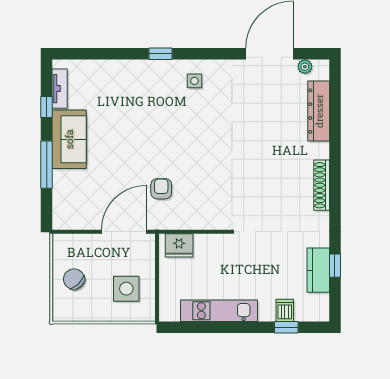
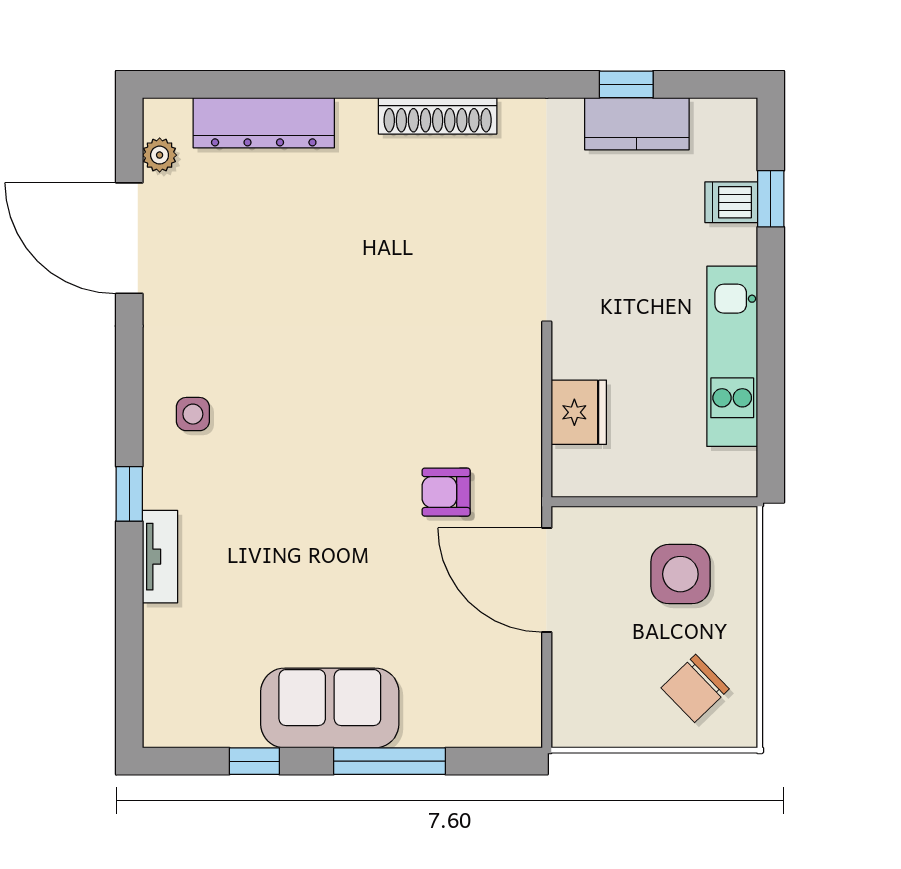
tv unit: (60, 89) -> (160, 557), moved, turned 90
fridge: (179, 245) -> (579, 412), moved
chair: (74, 279) -> (695, 688), moved

